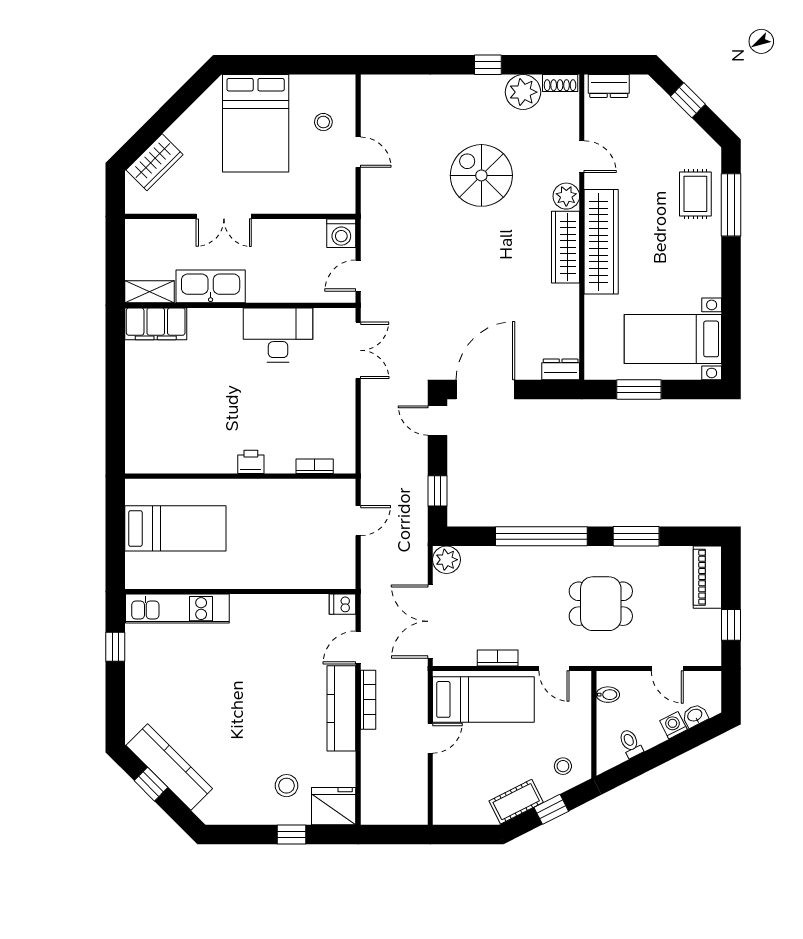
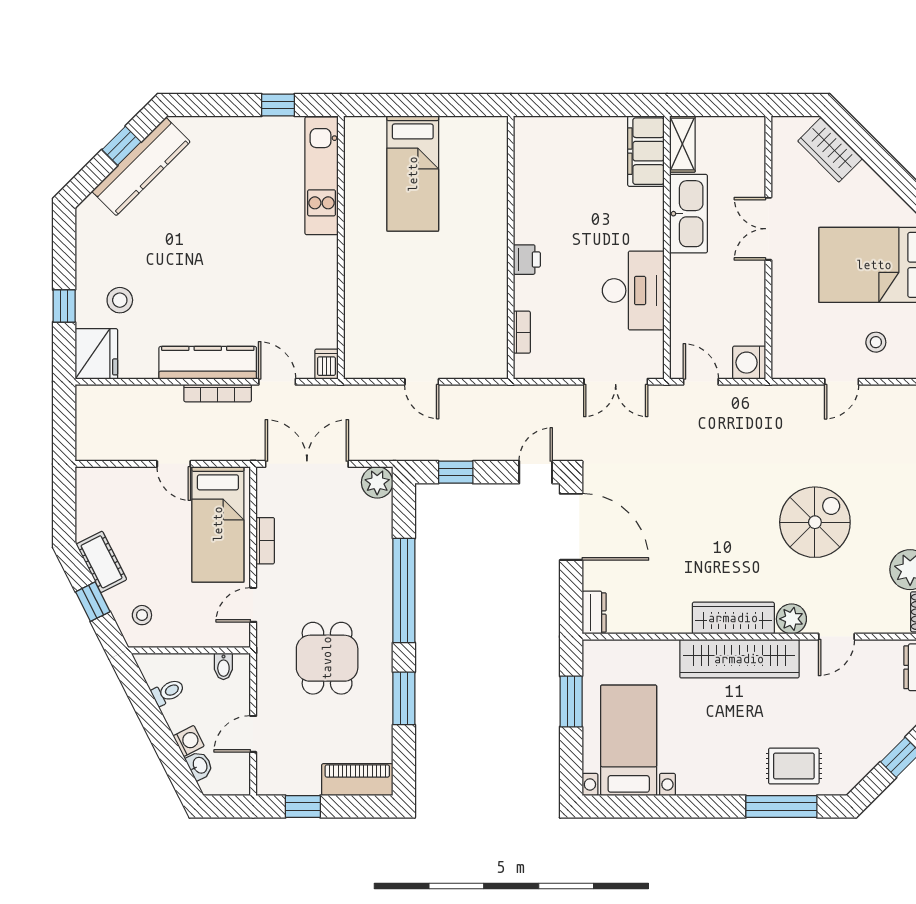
printer: (251, 462) -> (527, 260), moved
bookcase: (315, 466) -> (522, 332), moved
wall: (240, 476) -> (511, 247), moved

